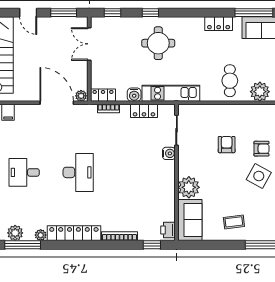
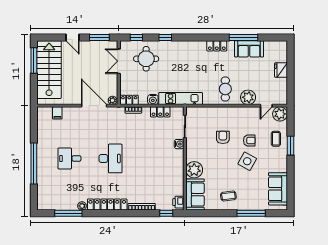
round table: (158, 43) -> (146, 59), moved
plant: (15, 233) -> (63, 204), removed

